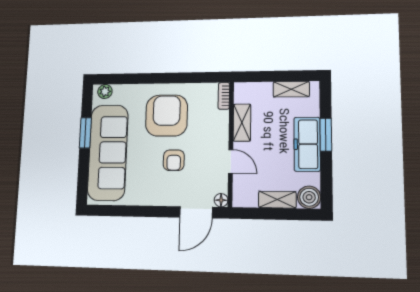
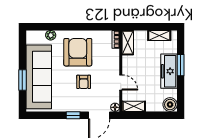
plant: (105, 91) -> (51, 35), moved
shelving: (242, 123) -> (128, 43), moved
window: (85, 133) -> (22, 80), moved
shelving: (277, 200) -> (134, 106), moved
window: (156, 211) -> (73, 115), added

